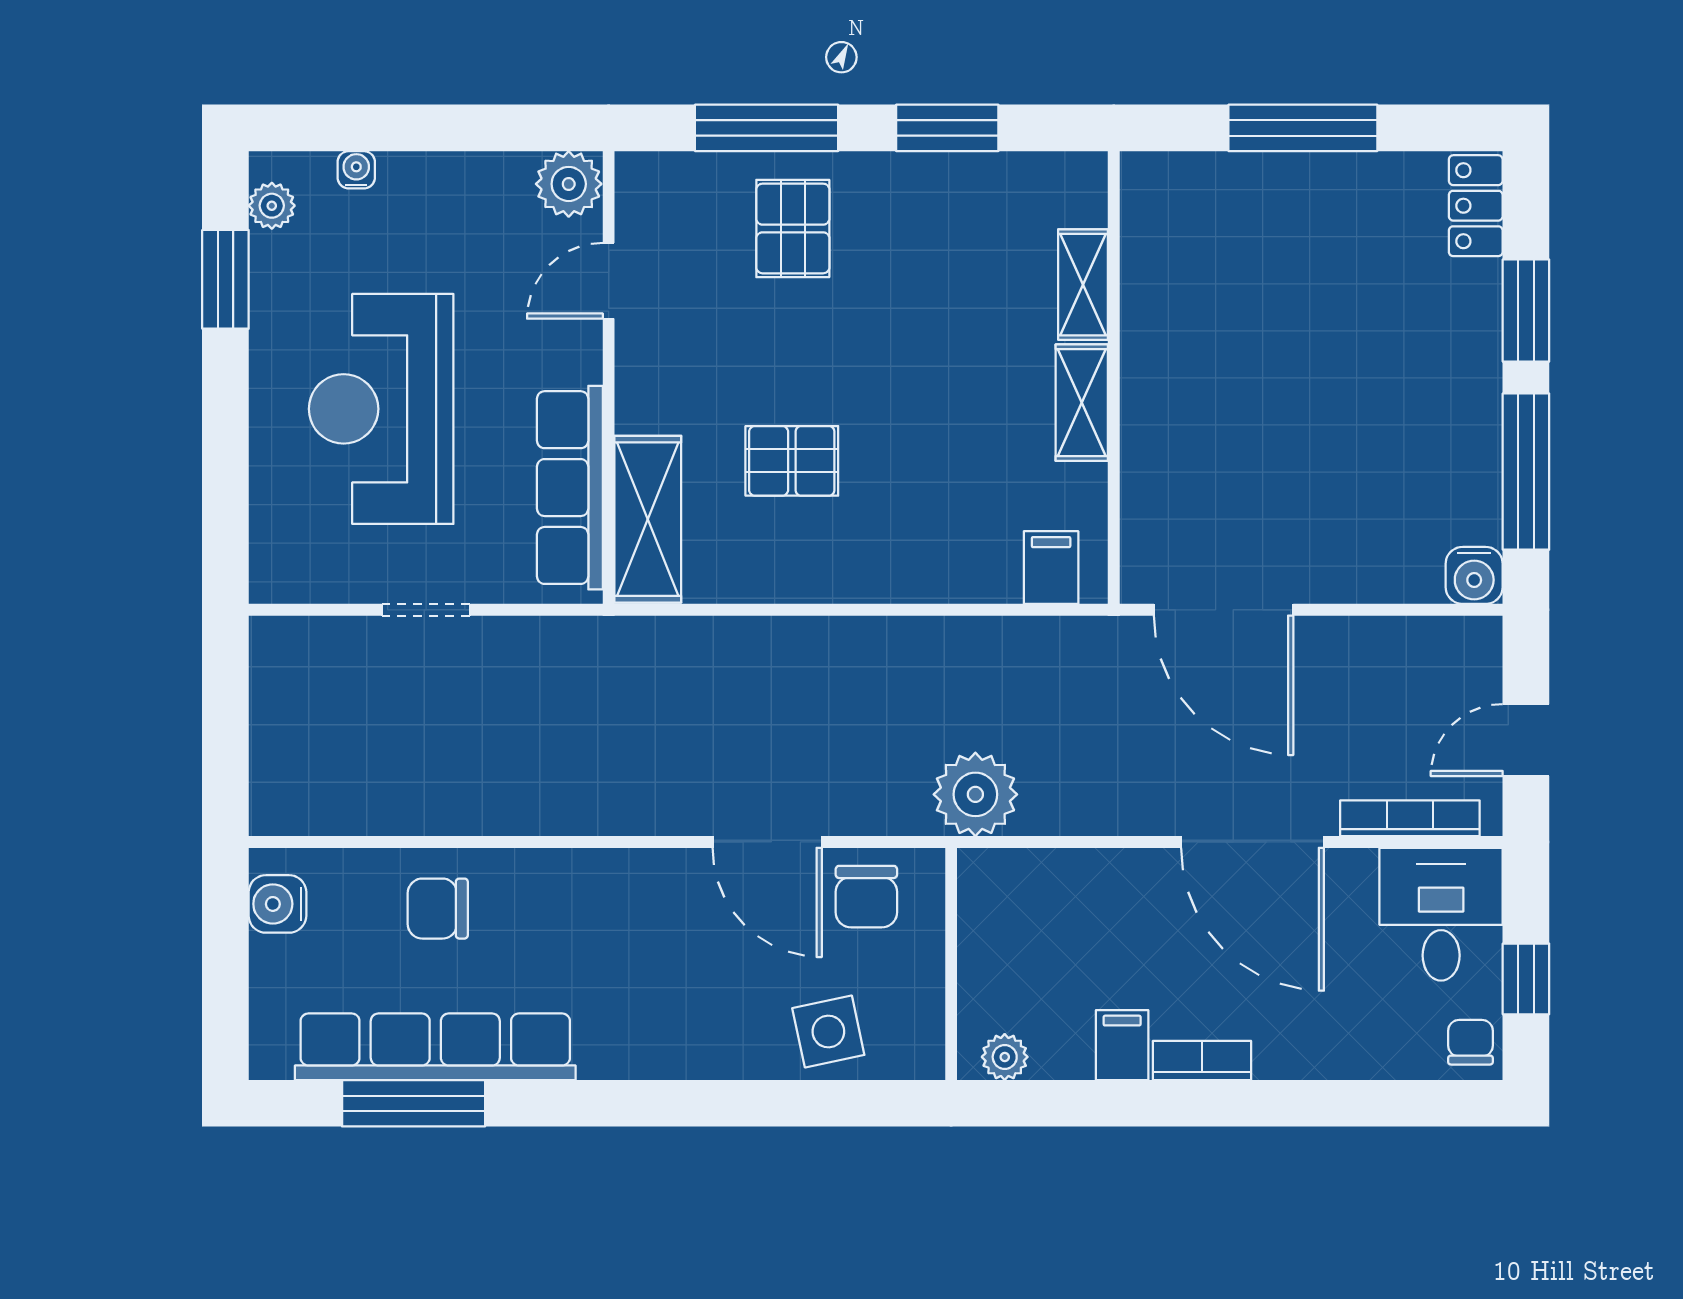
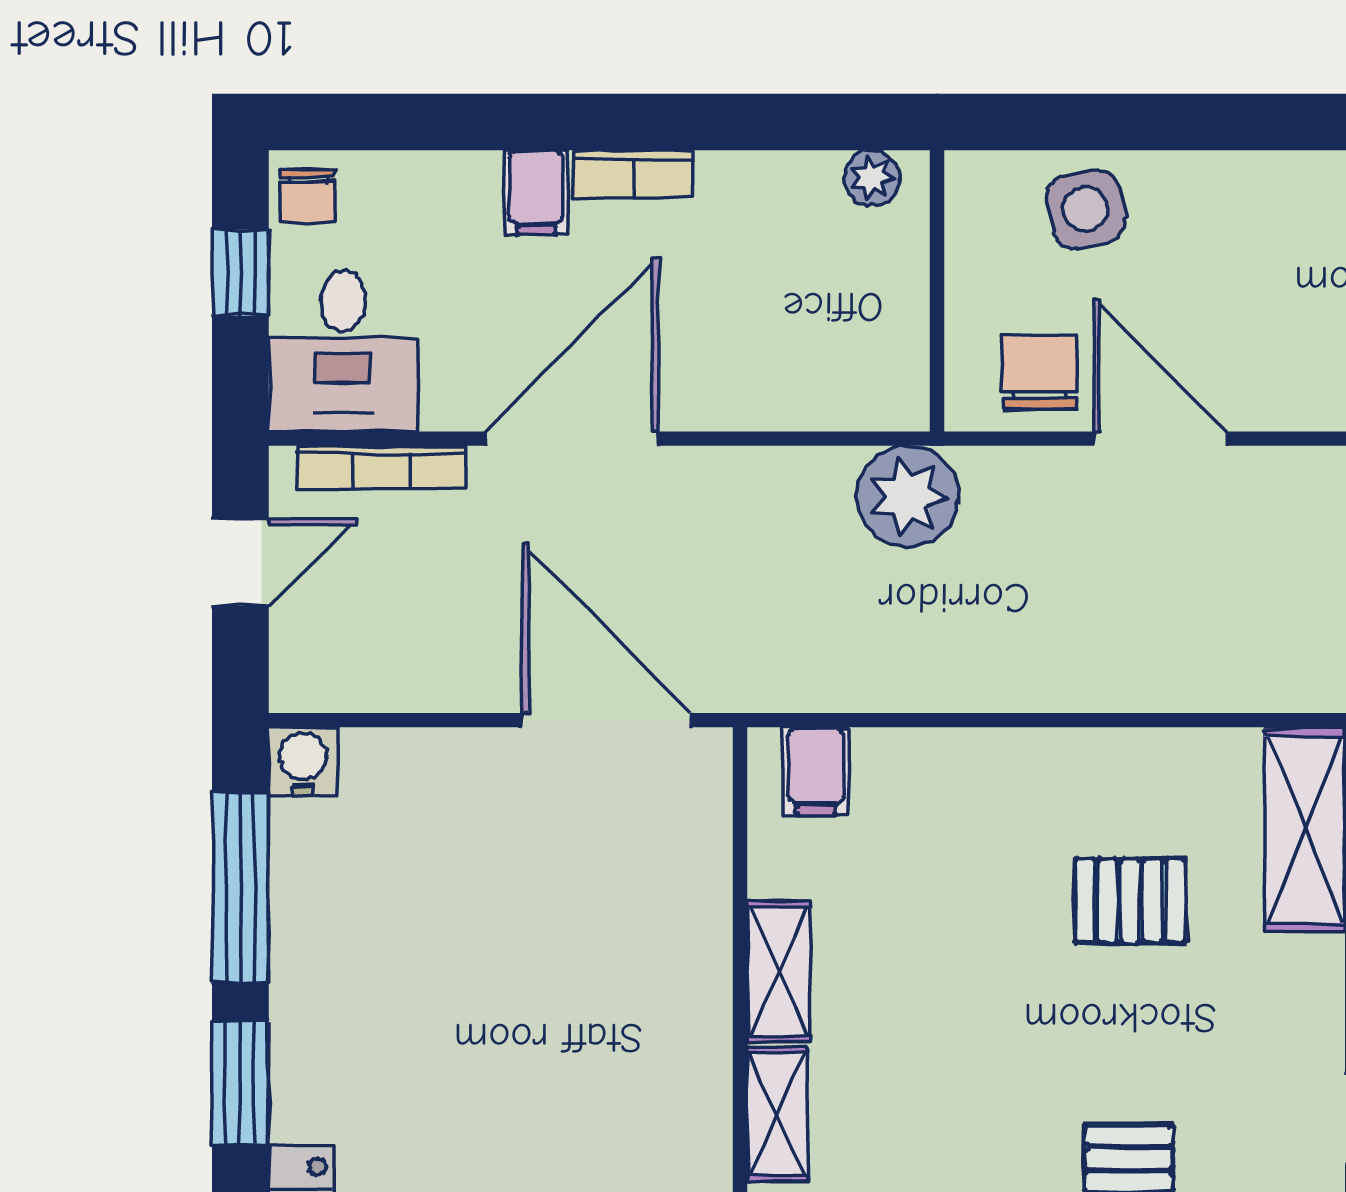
door: (1253, 842) -> (572, 439), hinge flipped
filing cabinet: (1122, 1045) -> (536, 193), moved

